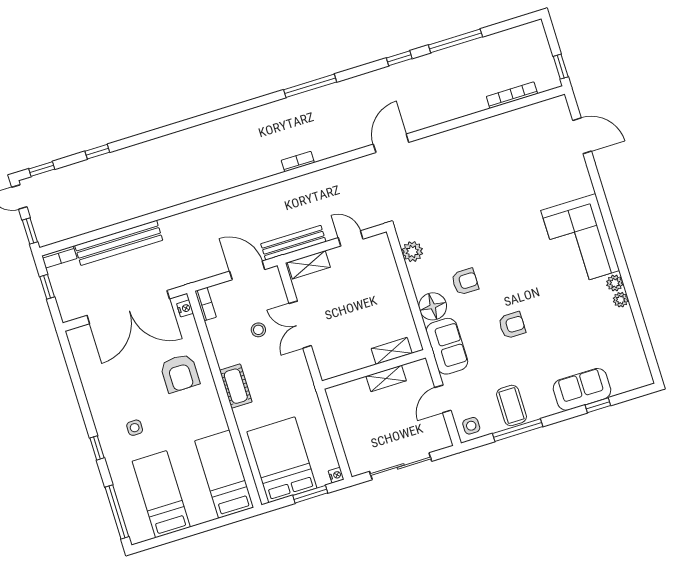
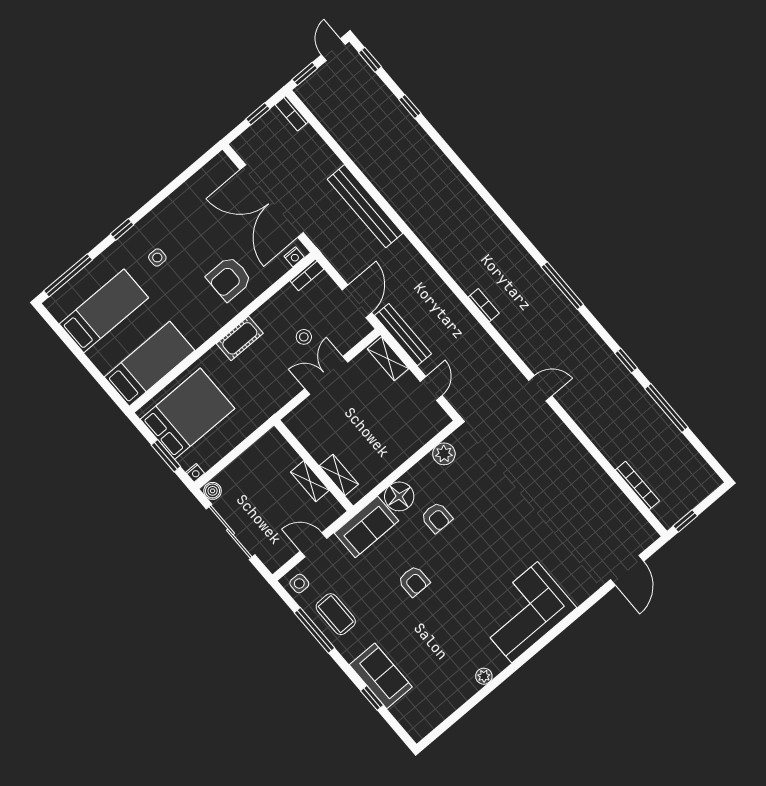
door: (391, 143) -> (540, 388), width x0.73
bench: (119, 243) -> (365, 206), moved
plant: (615, 283) -> (498, 663), removed
coffee table: (512, 405) -> (336, 614), turned 90
boiler: (358, 467) -> (213, 491), added

